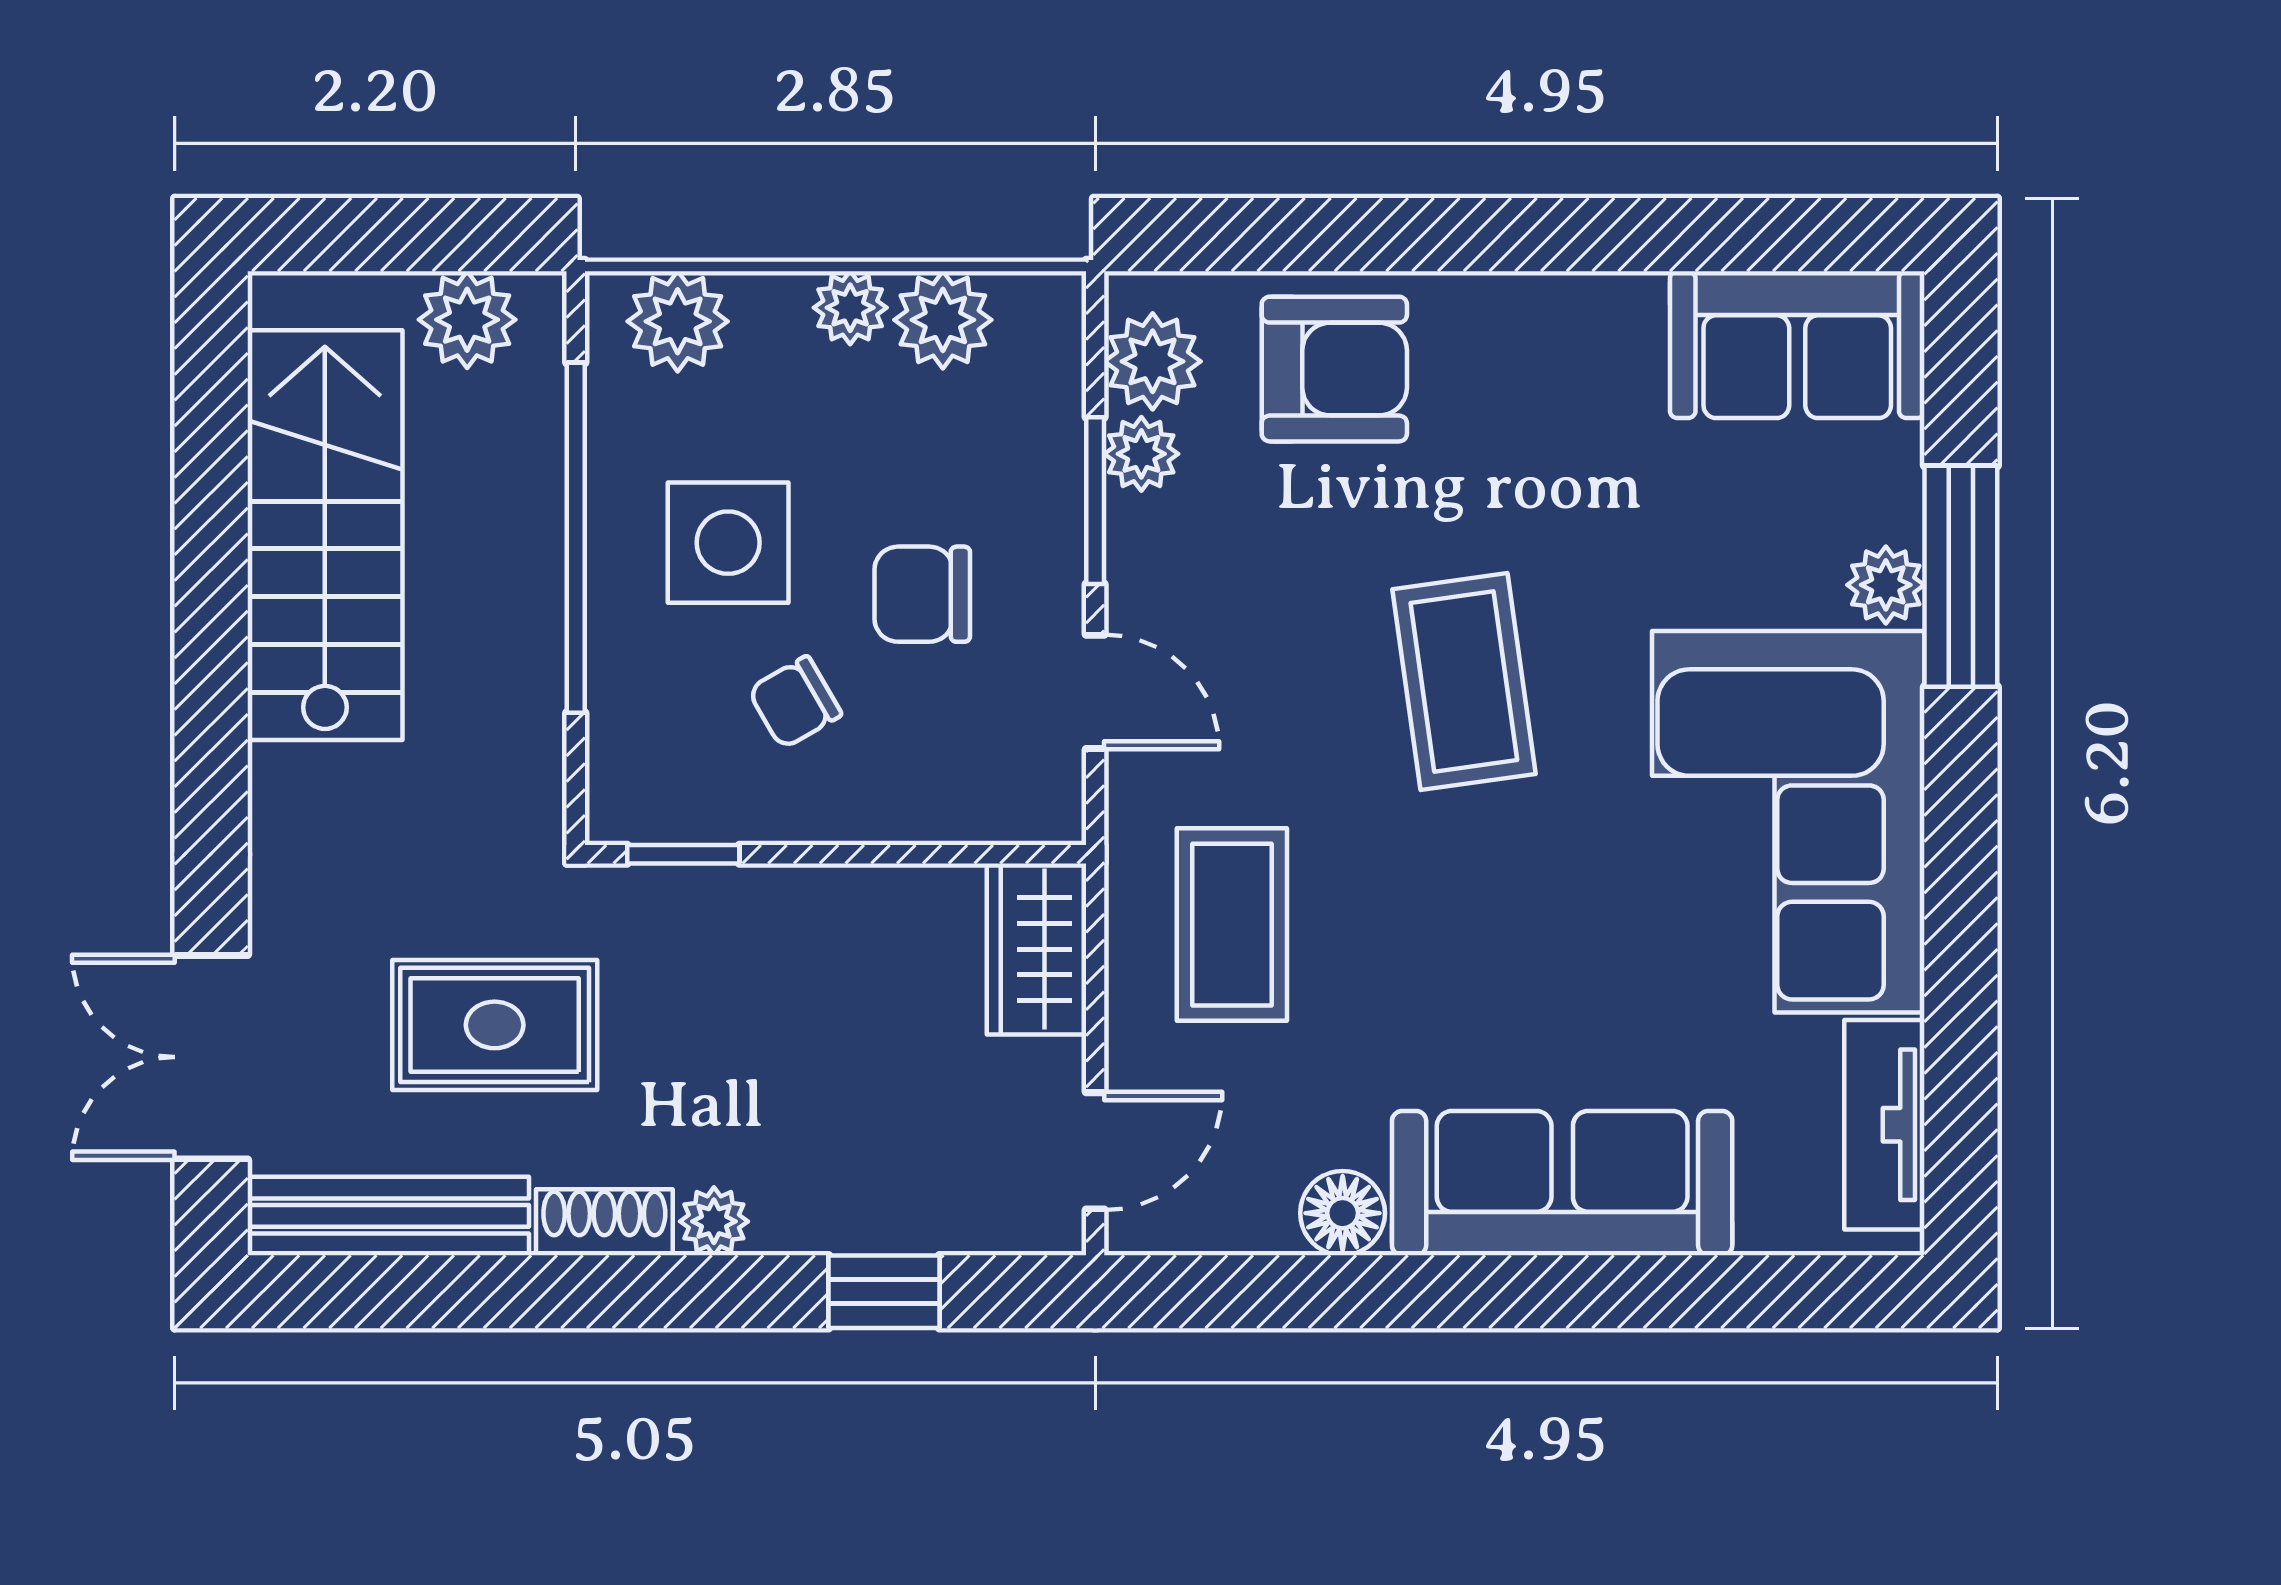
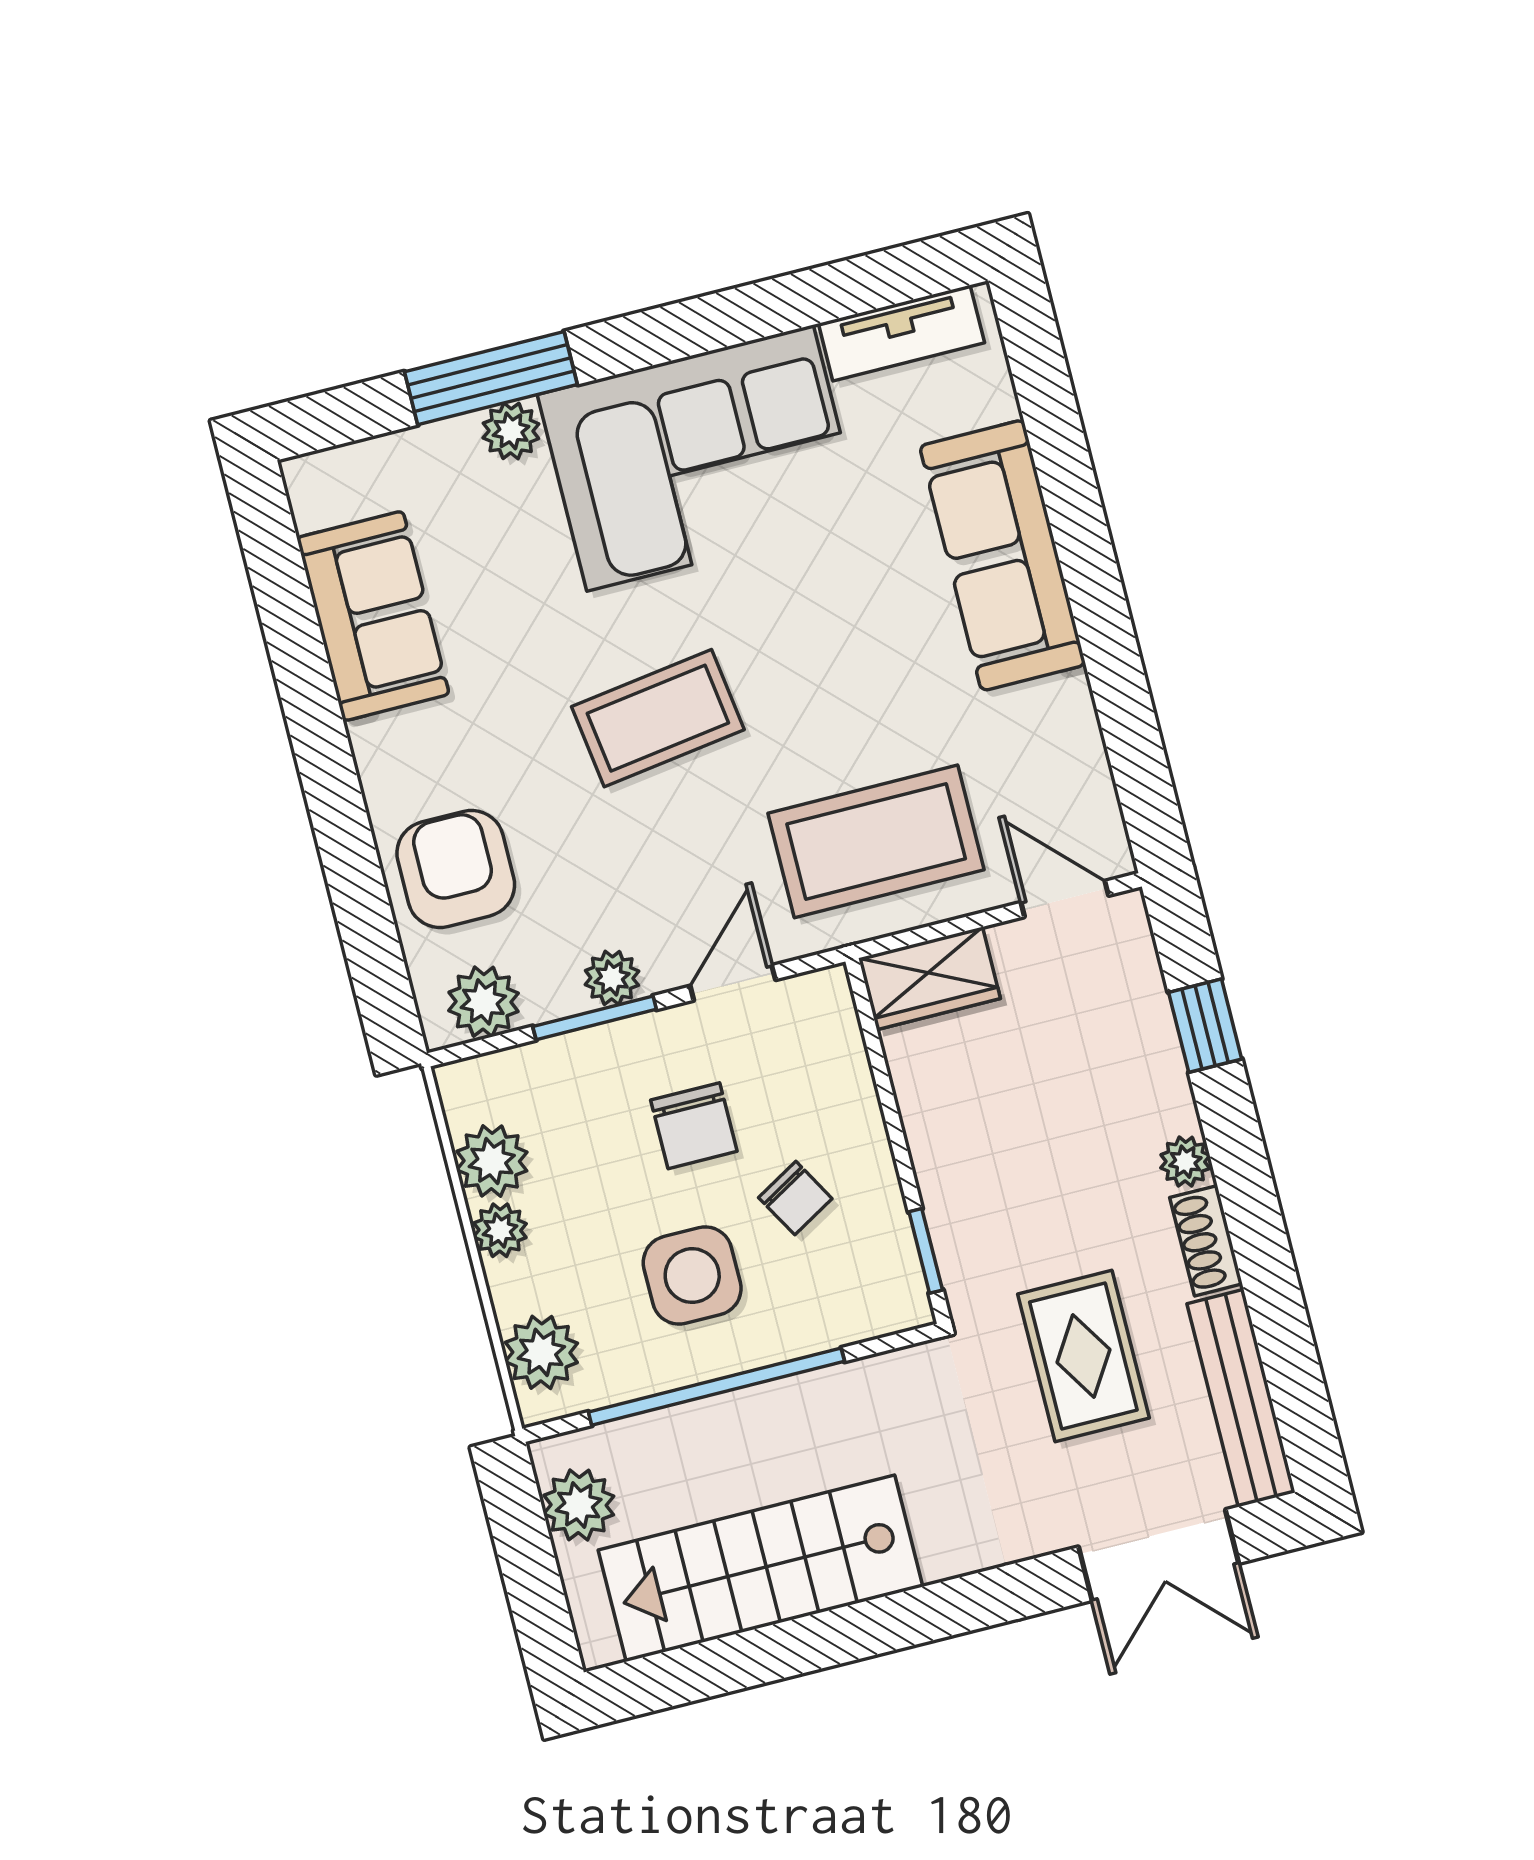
sofa: (1797, 345) -> (373, 616), moved
plant: (1141, 454) -> (612, 978), moved
coffee table: (1232, 925) -> (876, 841), width x1.36, depth x1.32
floor lamp: (1343, 1213) -> (1064, 709), removed

